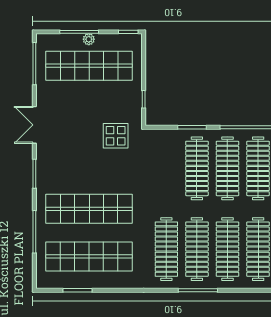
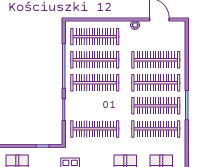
clothes rail: (197, 168) -> (95, 129), moved

